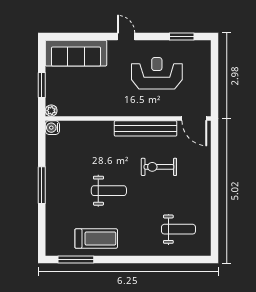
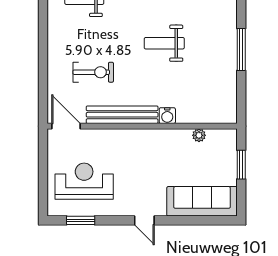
reception desk: (157, 73) -> (84, 181), moved, turned 180
plant: (51, 111) -> (199, 135), moved
water cooler: (52, 128) -> (167, 116), moved, turned 90
exercise bike: (159, 167) -> (93, 72), moved

